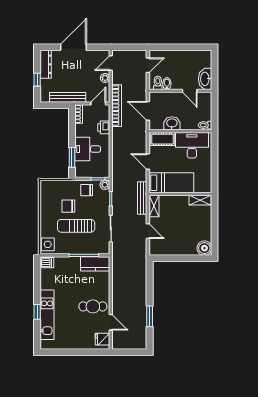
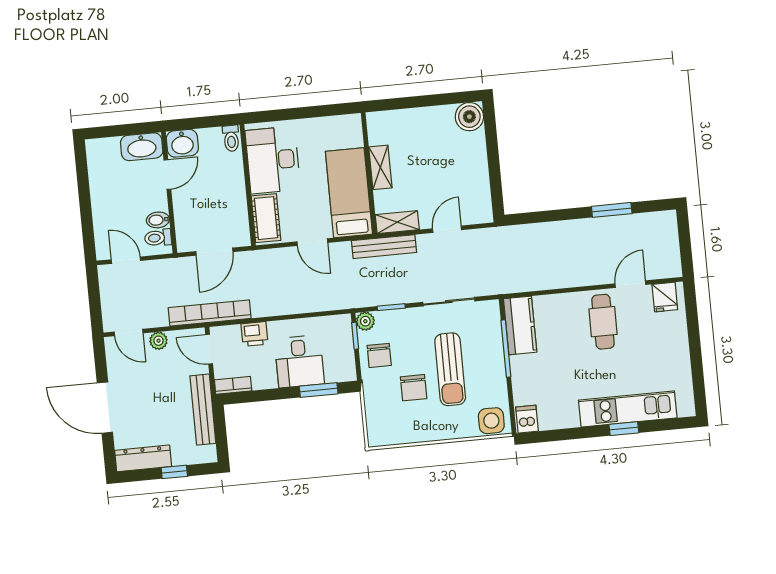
washbasin: (172, 123) -> (182, 143), moved, turned -90
door: (148, 162) -> (312, 242), hinge flipped
shelving: (200, 200) -> (380, 167), moved

